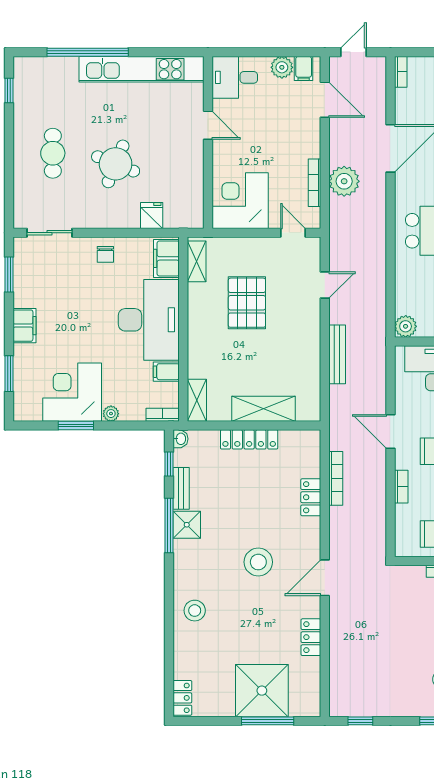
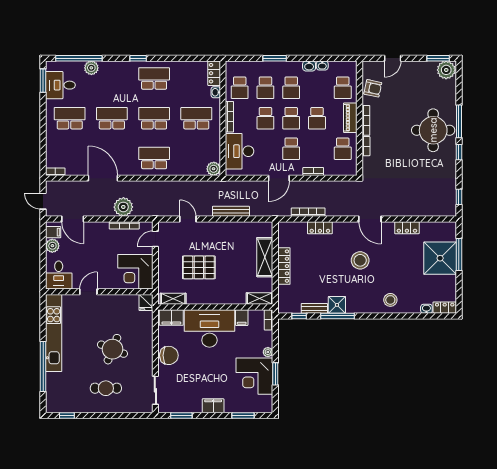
door: (325, 100) -> (73, 219), swing flipped
fridge: (152, 216) -> (146, 302), moved, turned -90
chair: (105, 254) -> (169, 355), width x1.87, depth x1.87
washbasin: (180, 439) -> (426, 309), moved

